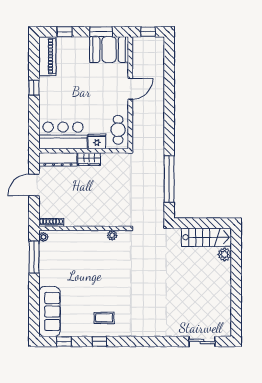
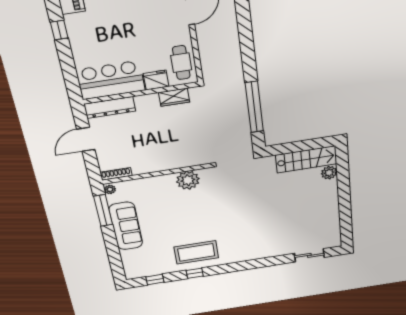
wardrobe: (89, 159) -> (174, 97), moved
plant: (112, 235) -> (188, 180), width x1.88, depth x1.88
sofa: (49, 312) -> (126, 226), moved
coffee table: (104, 318) -> (196, 252), width x1.86, depth x1.72

